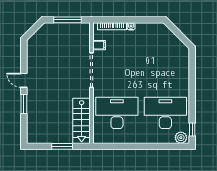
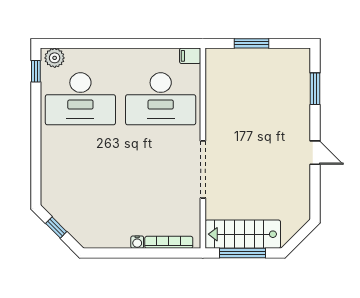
window: (180, 35) -> (56, 228), added
filing cabinet: (99, 45) -> (190, 56), moved
window: (24, 104) -> (315, 89), moved
stairs: (82, 121) -> (243, 234), moved, turned -90

